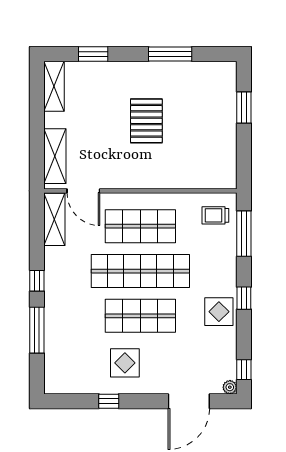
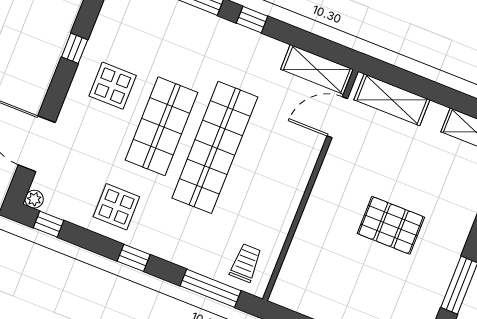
shop shelf: (140, 226) -> (268, 169), removed
display table: (219, 312) -> (116, 207), moved

